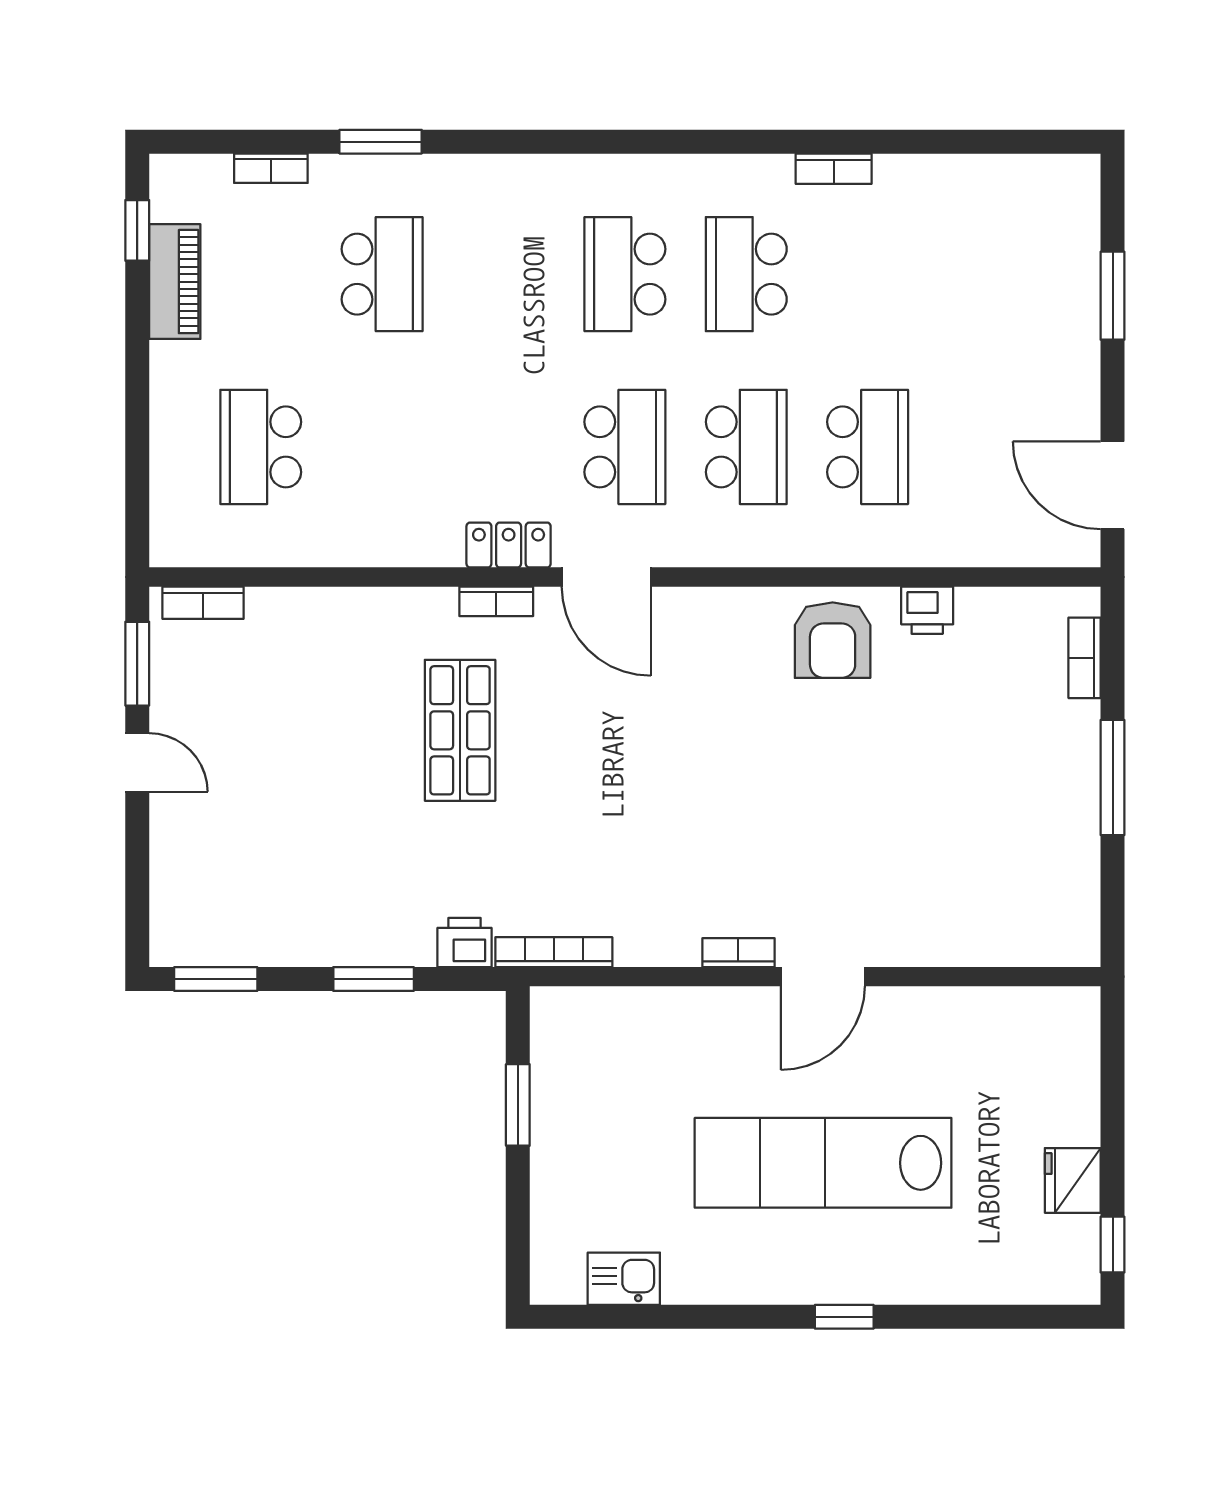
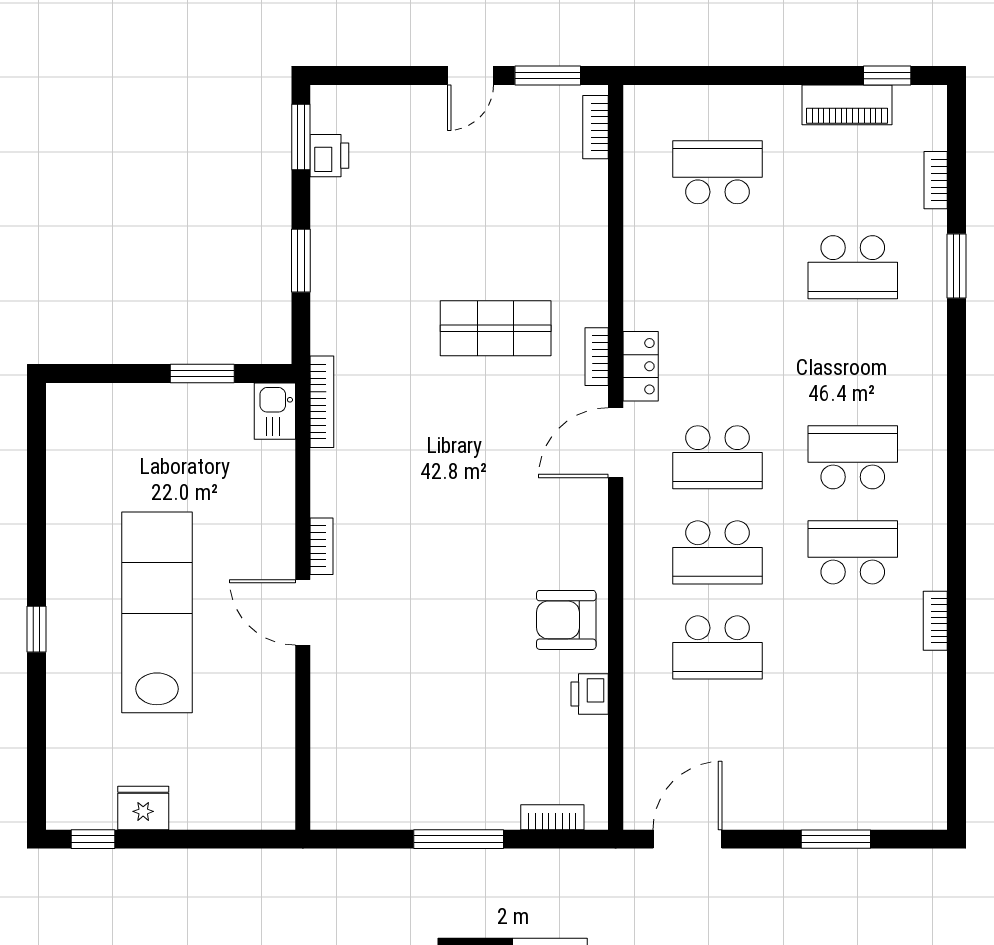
printer: (464, 943) -> (329, 156), moved
kitchen sink: (624, 1279) -> (275, 411), moved, turned 180

